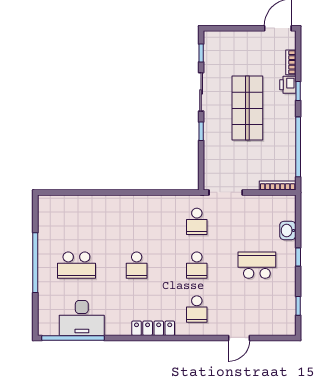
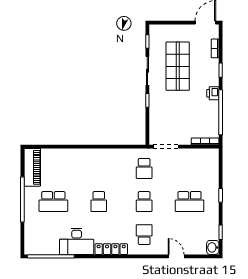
printer: (288, 85) -> (213, 93), moved
shop shelf: (247, 108) -> (178, 66), moved
piano: (49, 220) -> (32, 167), added
washbasin: (288, 230) -> (213, 247), moved
school desk: (257, 265) -> (190, 202), turned 180
school desk: (197, 309) -> (144, 235), turned 180
desk: (82, 318) -> (77, 241), moved
door: (239, 338) -> (176, 256), swing flipped

